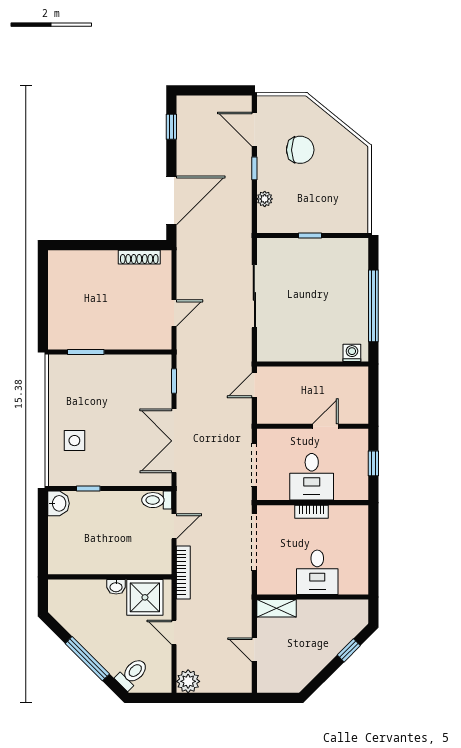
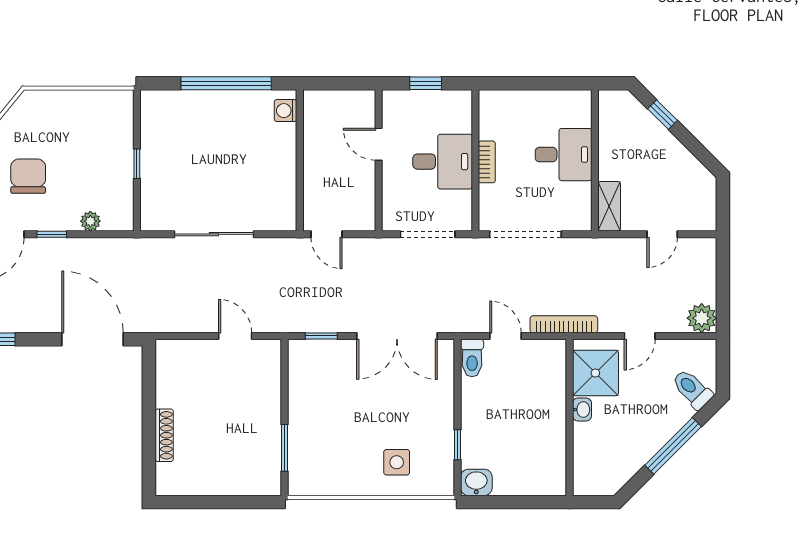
shoe rack: (139, 257) -> (164, 435), moved

